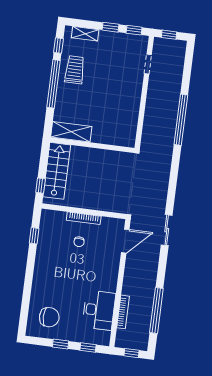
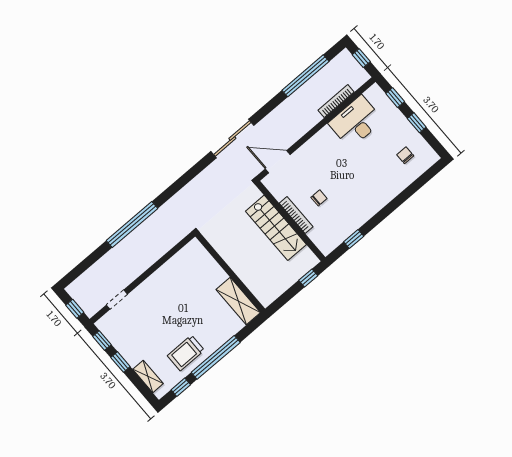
stairs: (57, 171) -> (276, 228), moved, turned -90
sliding door: (167, 230) -> (232, 138), width x1.37
chair: (49, 317) -> (405, 155), width x0.54, depth x0.54

